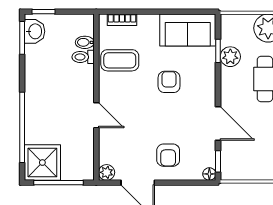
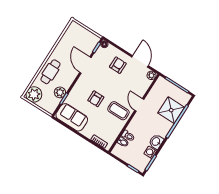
washbasin: (35, 31) -> (156, 142), moved
washing machine: (33, 53) -> (150, 152), added
coffee table: (120, 60) -> (118, 111), moved
shower: (42, 163) -> (171, 110), moved

